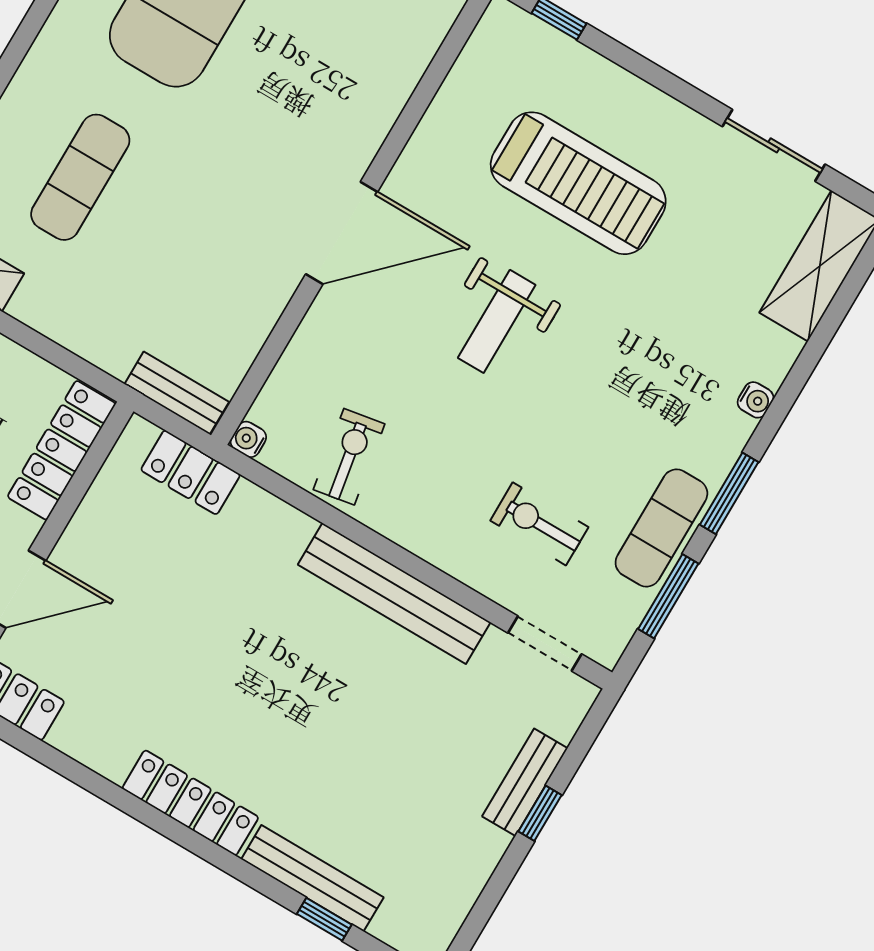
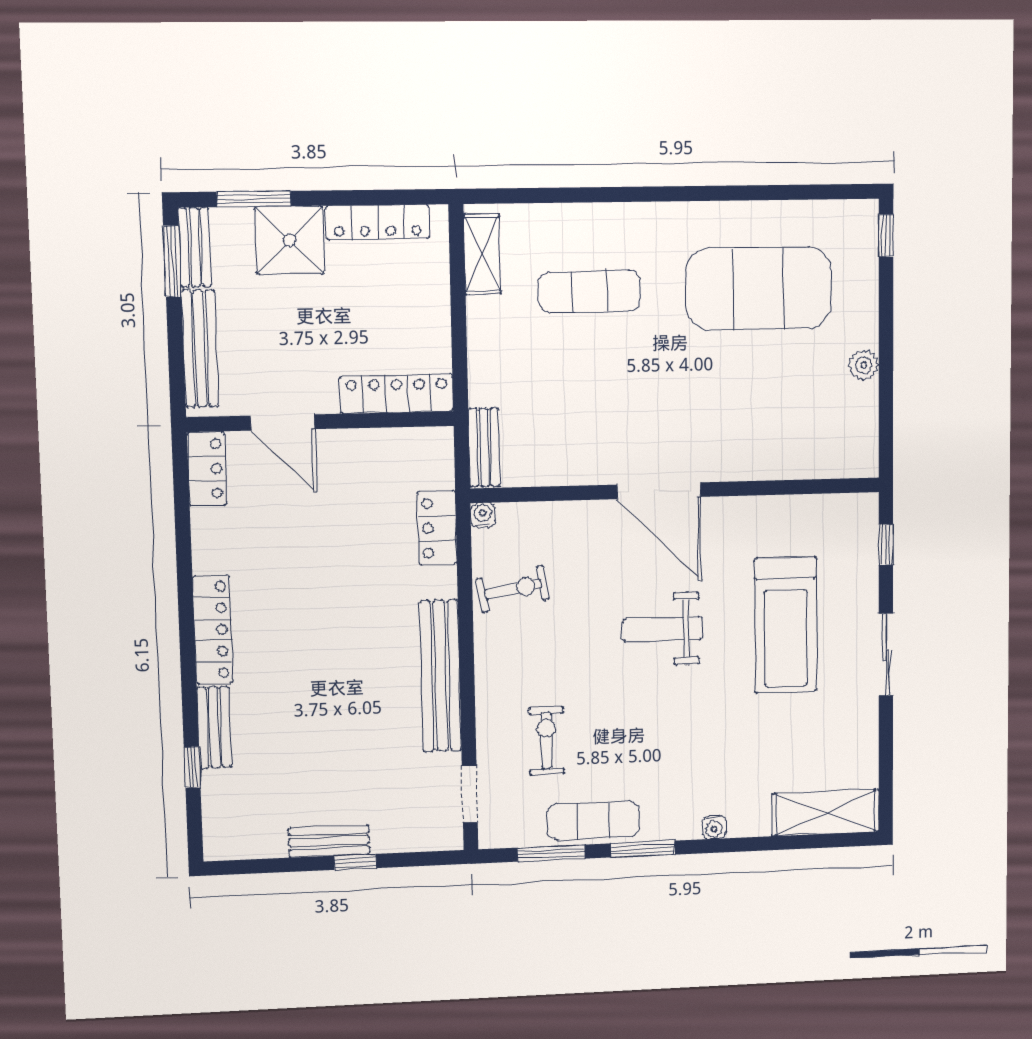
sliding door: (774, 145) -> (886, 655), moved
locker: (190, 472) -> (437, 528), moved
bench: (525, 782) -> (329, 841), moved
bench: (312, 878) -> (214, 727), width x0.73

